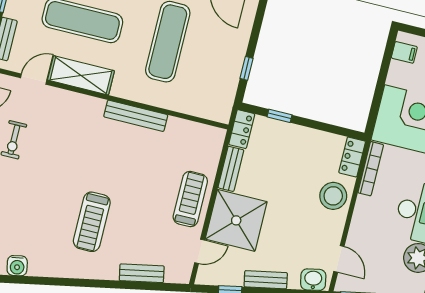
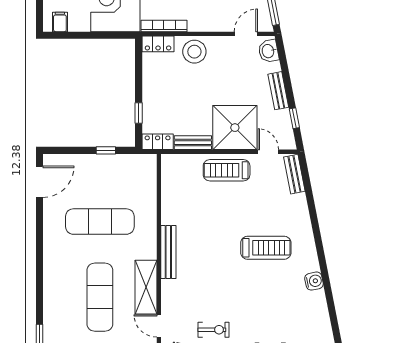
bench: (136, 116) -> (168, 252), moved
water cooler: (17, 266) -> (314, 281), moved
bench: (142, 273) -> (294, 174), moved

